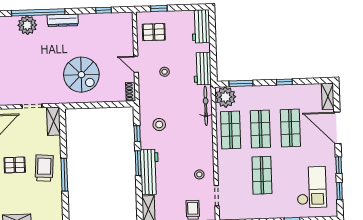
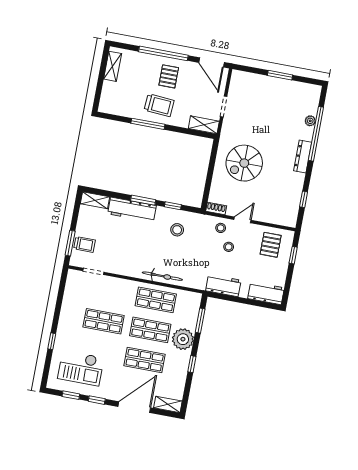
plant: (27, 25) -> (310, 121), width x0.53, depth x0.53
plant: (225, 97) -> (183, 339), moved
bicycle: (206, 106) -> (162, 276), moved
stool: (199, 174) -> (221, 228), moved

